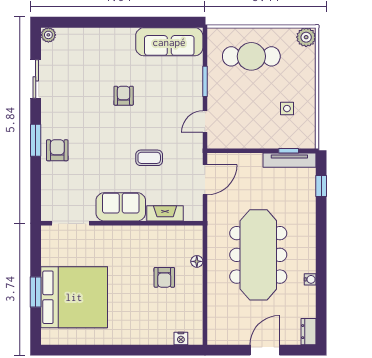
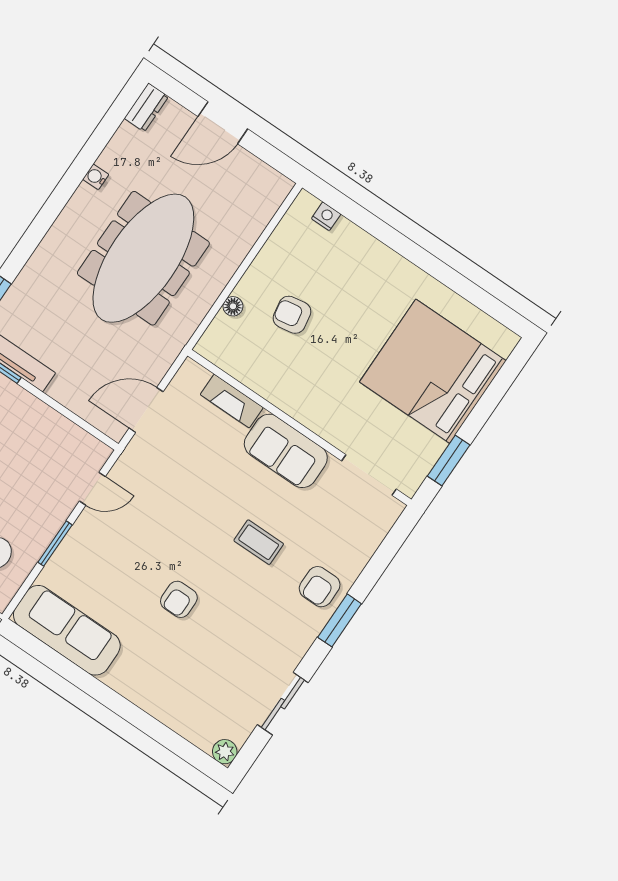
coffee table: (149, 158) -> (259, 542), moved
armchair: (164, 277) -> (292, 315), turned -100
window: (36, 292) -> (449, 461), moved

